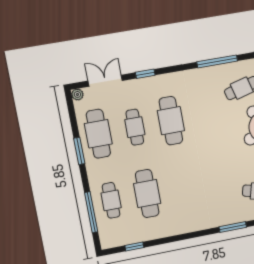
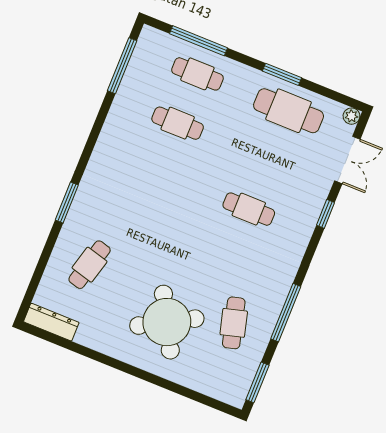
cafe table: (171, 121) -> (249, 209), width x0.73, depth x0.74
cafe table: (135, 127) -> (269, 160), removed
cafe table: (147, 193) -> (178, 123), width x0.73, depth x0.74
window: (134, 246) -> (122, 66), width x2.17

